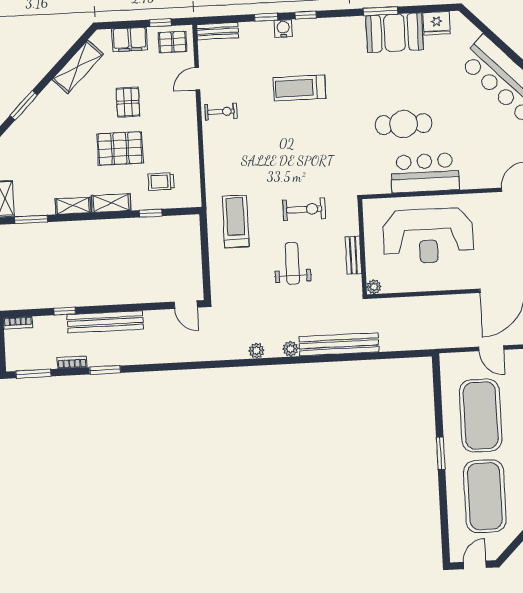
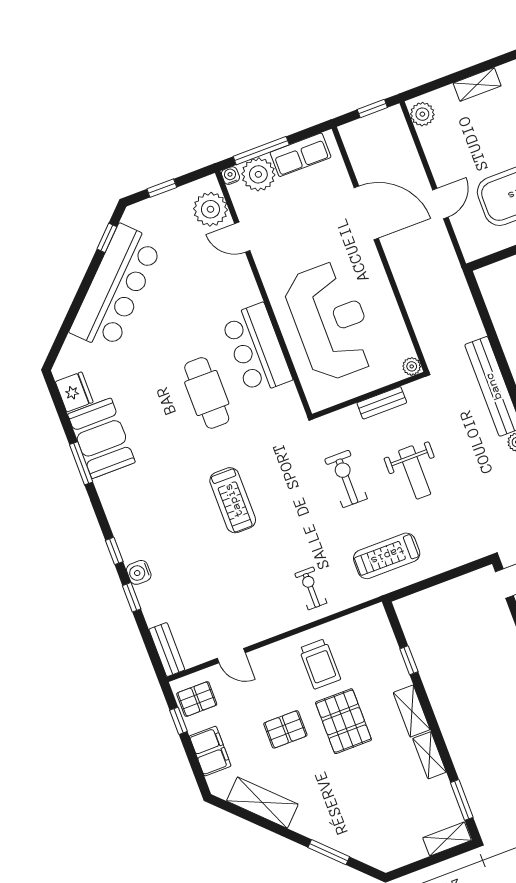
pallet: (173, 42) -> (197, 699), turned 90
treadmill: (299, 88) -> (233, 500), moved
exercise bike: (221, 112) -> (311, 588), moved
trolley: (161, 182) -> (320, 664), moved, width x1.36, depth x1.39
weight bench: (292, 263) -> (415, 472), turned -90

